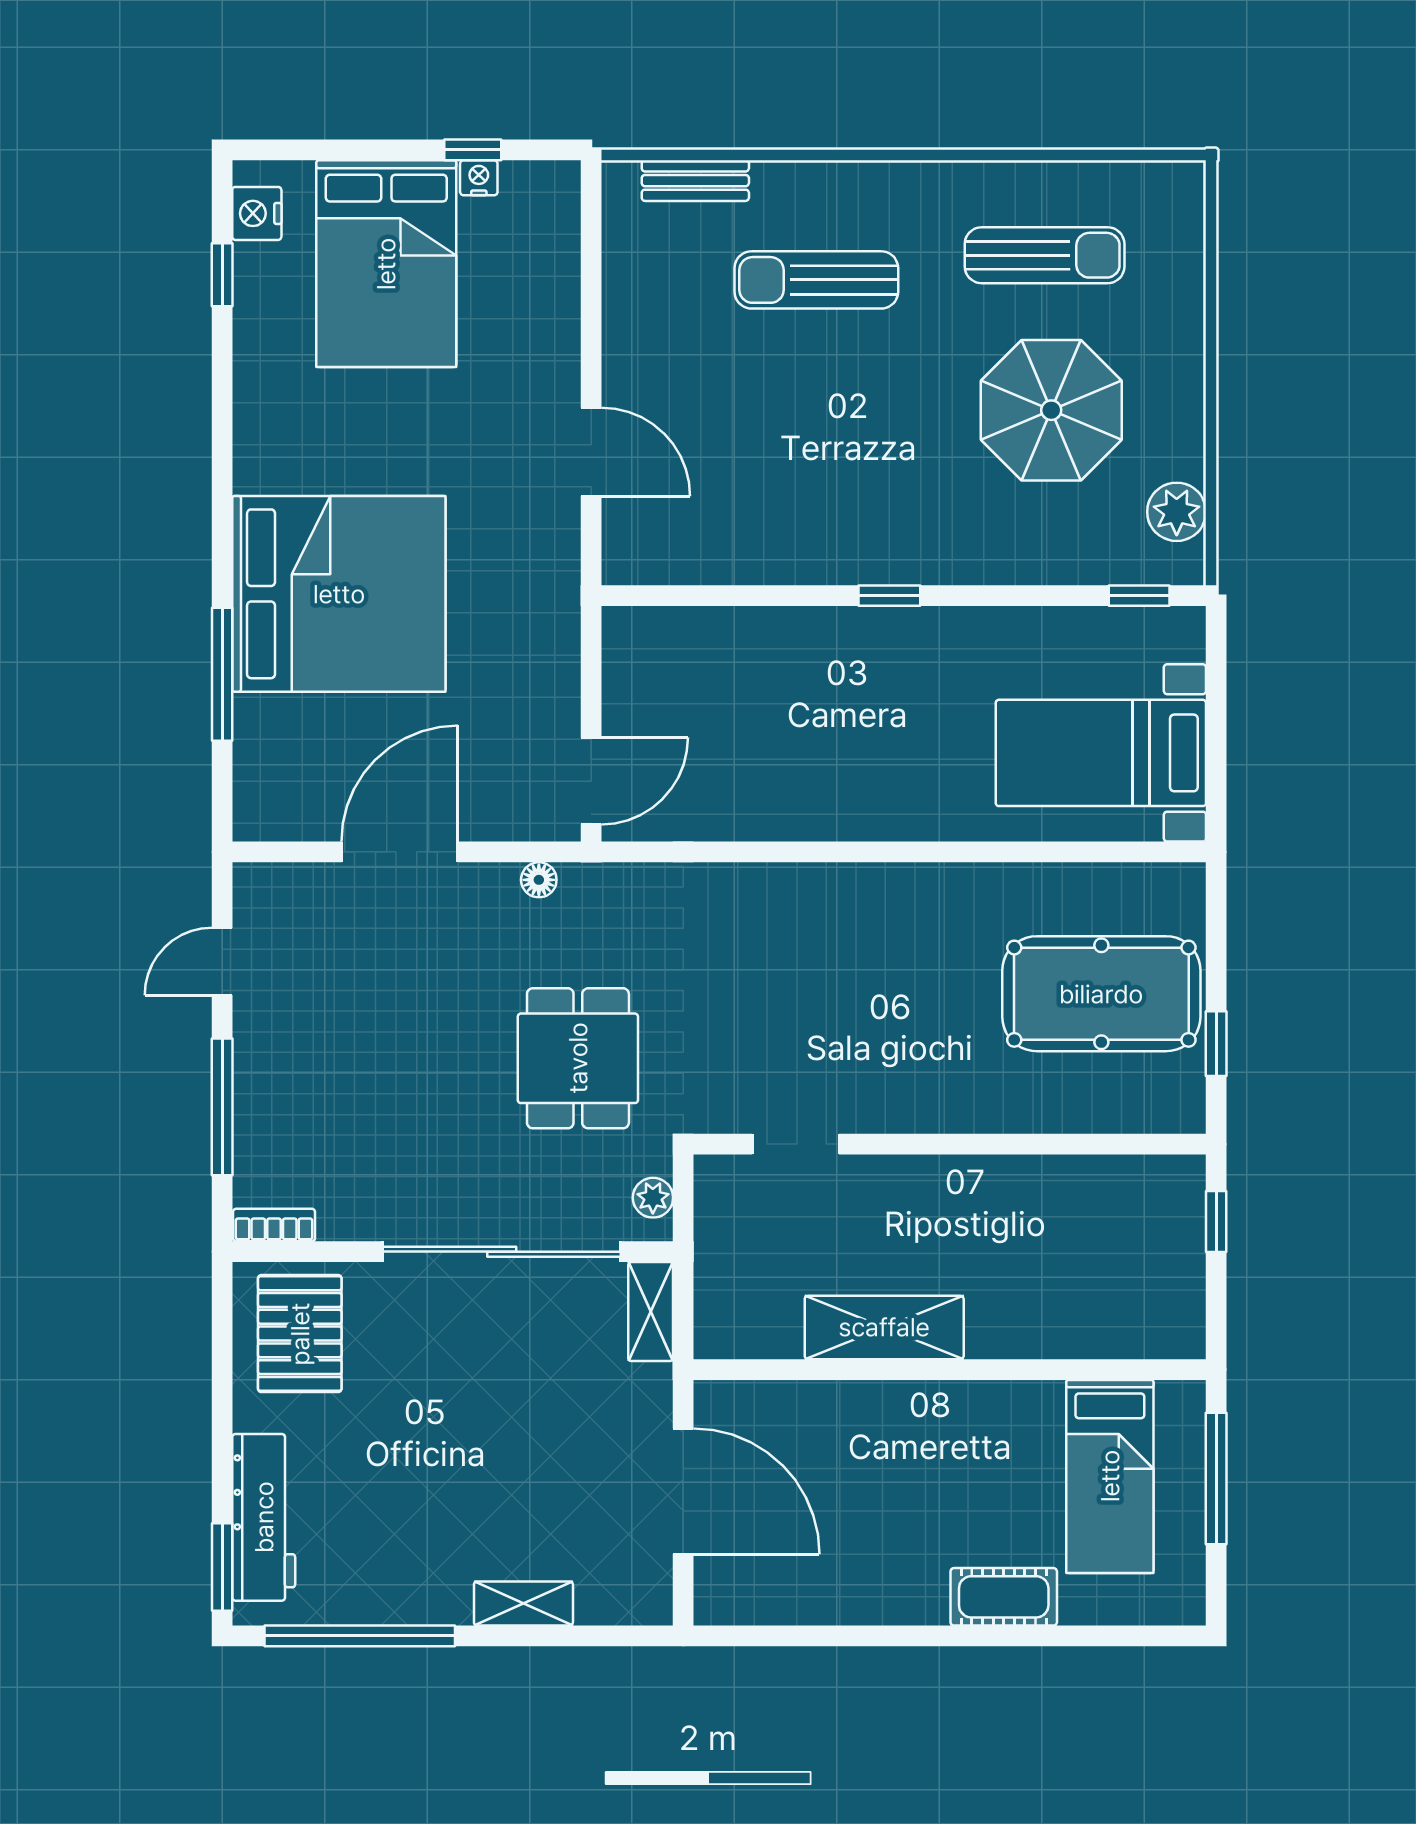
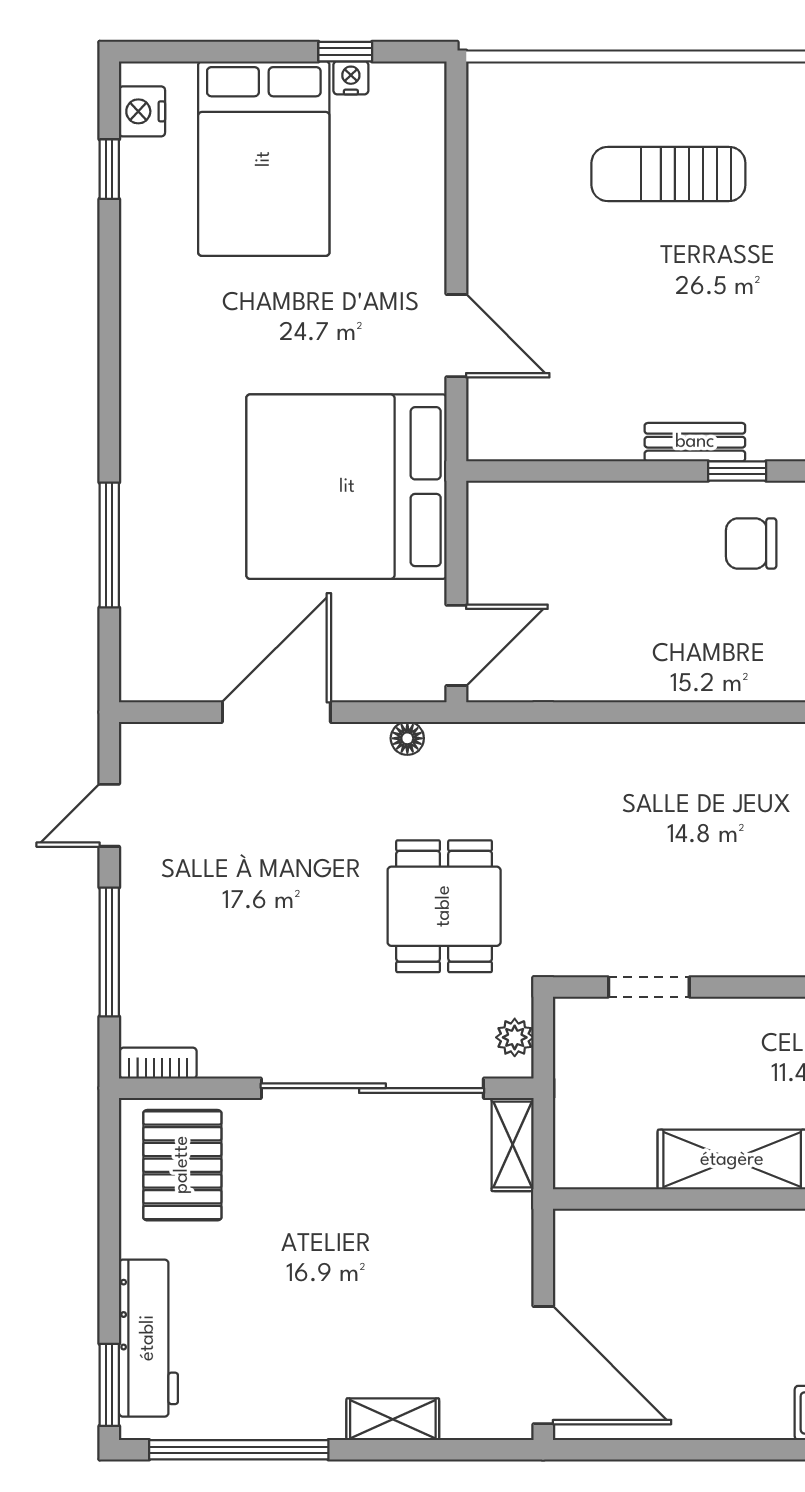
bench: (695, 181) -> (695, 442), moved
bed: (339, 594) -> (347, 487), moved, turned 180
chair: (904, 673) -> (751, 544), added
door: (683, 1491) -> (543, 1365), moved

